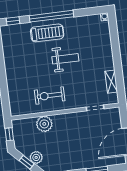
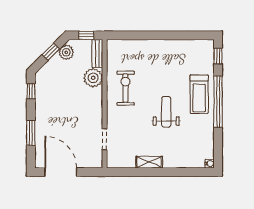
weight bench: (65, 59) -> (166, 112), turned 180
shelving: (111, 82) -> (149, 162), moved
bench: (23, 123) -> (97, 53), added
plant: (36, 157) -> (66, 52), moved

